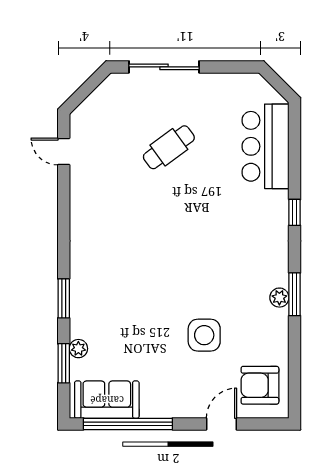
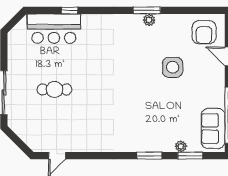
cafe table: (169, 147) -> (54, 89), turned -54
window: (295, 212) -> (70, 10), moved

